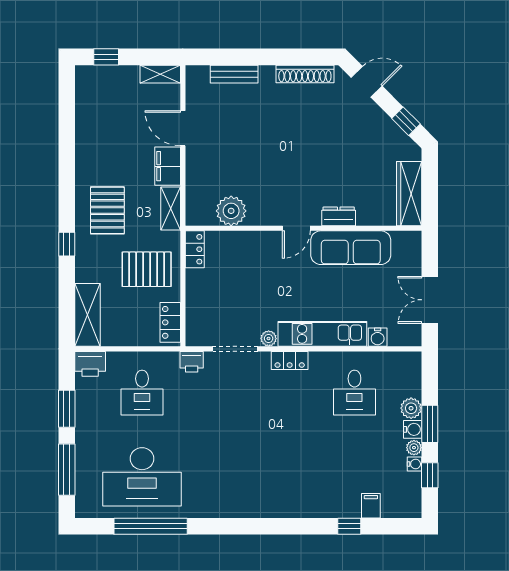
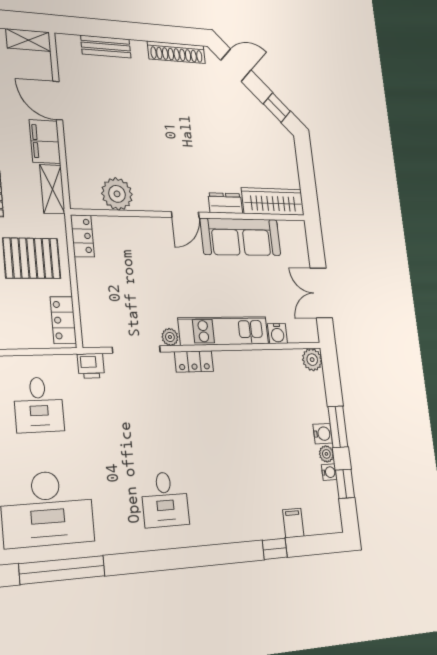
wardrobe: (409, 194) -> (273, 201), moved, turned 90
desk: (354, 393) -> (165, 499), moved
plant: (411, 408) -> (312, 360), moved

